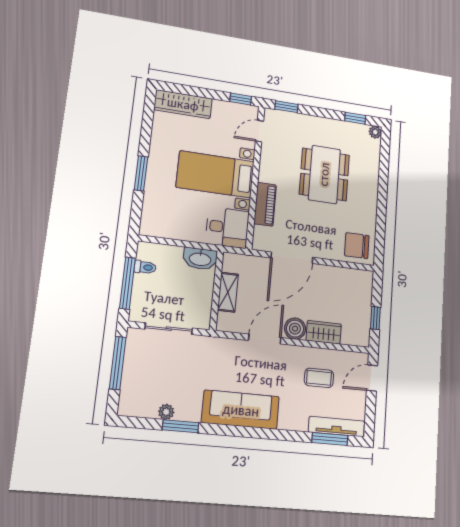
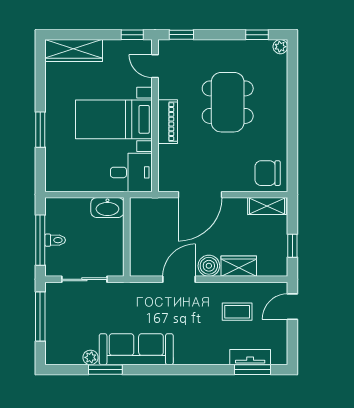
door: (259, 131) -> (155, 66), hinge flipped
piano: (265, 204) -> (168, 122), moved
toilet: (145, 267) -> (55, 240), moved
shelving: (228, 292) -> (267, 206), moved, turned 90
sofa: (241, 410) -> (136, 349), moved
tv unit: (337, 427) -> (250, 357), width x0.71

